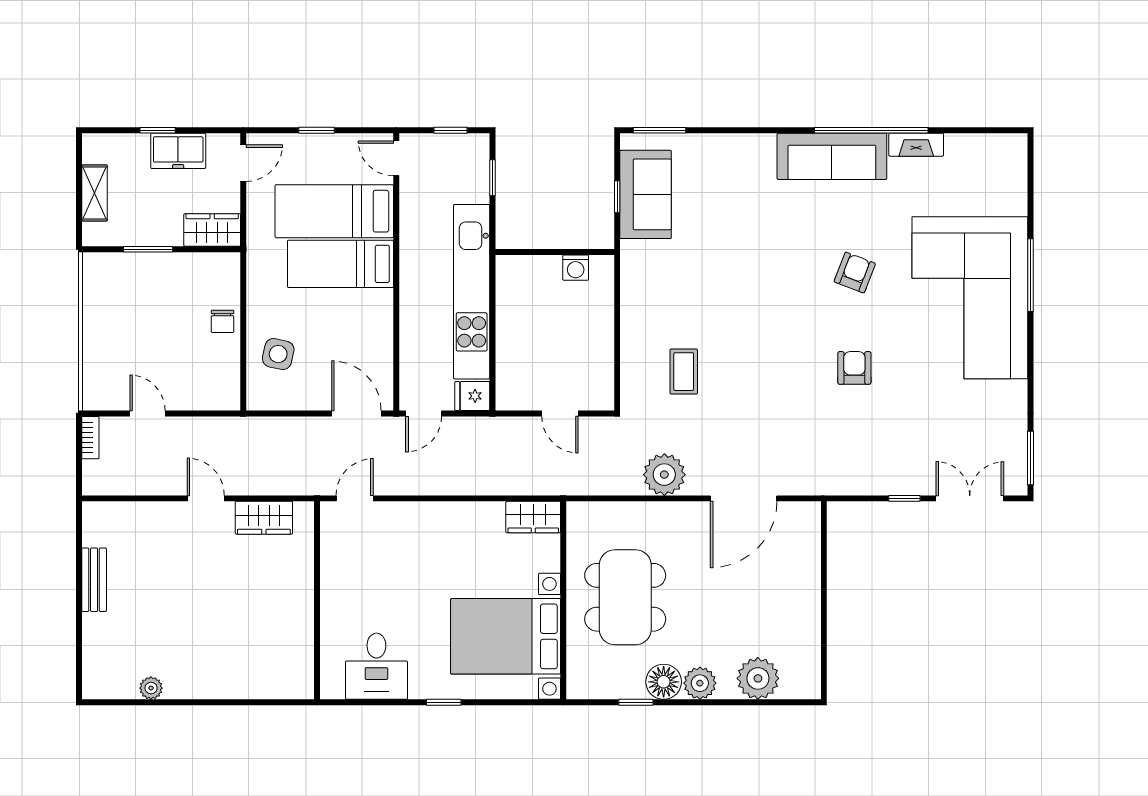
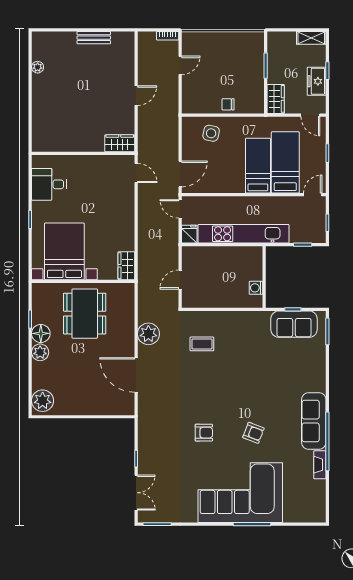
shelving: (95, 193) -> (311, 38), moved
wardrobe: (264, 518) -> (120, 143), moved, turned 90
dining table: (625, 597) -> (85, 314), turned 90
plant: (758, 678) -> (43, 401), moved

